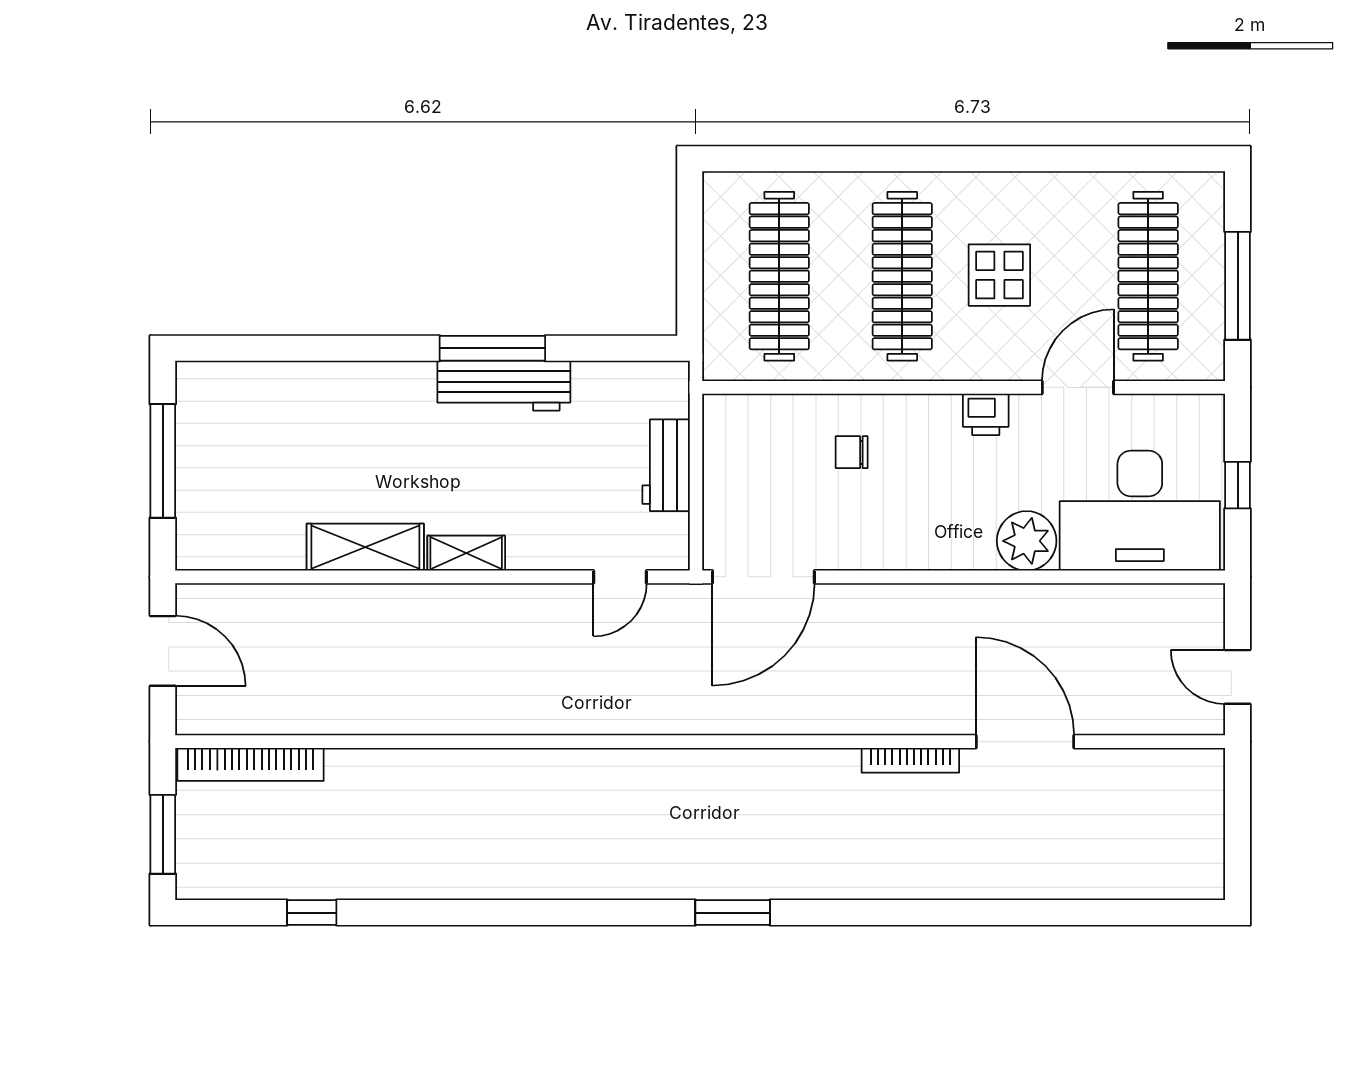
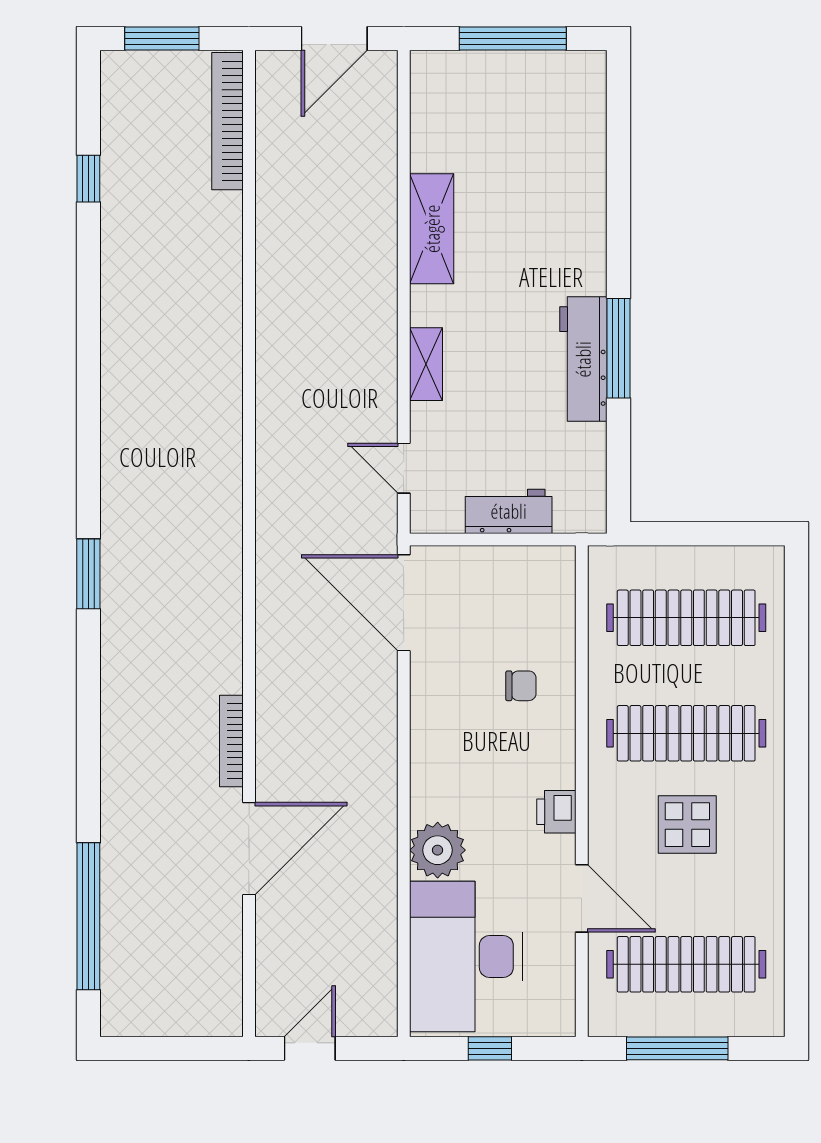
chair: (852, 452) -> (521, 686), turned 90
shelving: (466, 553) -> (426, 364), moved
window: (1097, 913) -> (88, 916), added

